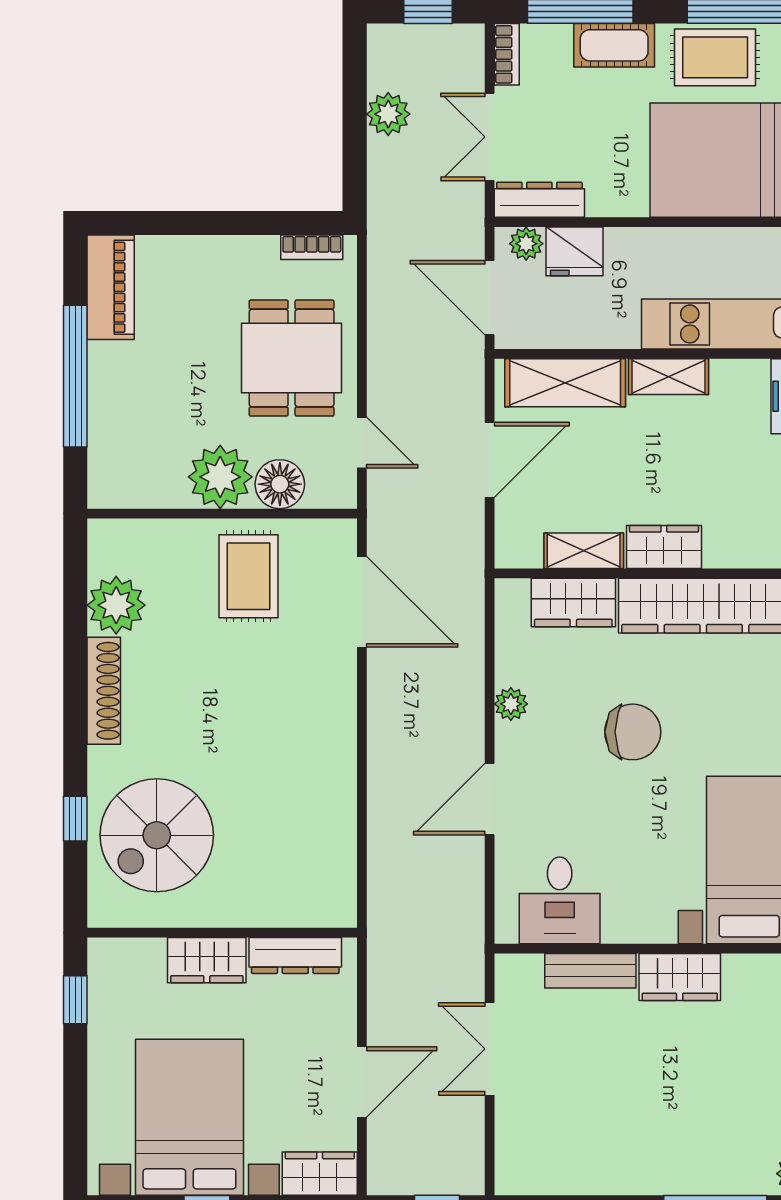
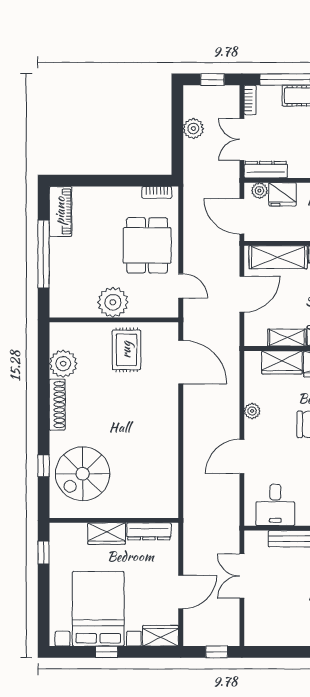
floor lamp: (280, 484) -> (141, 306), removed

